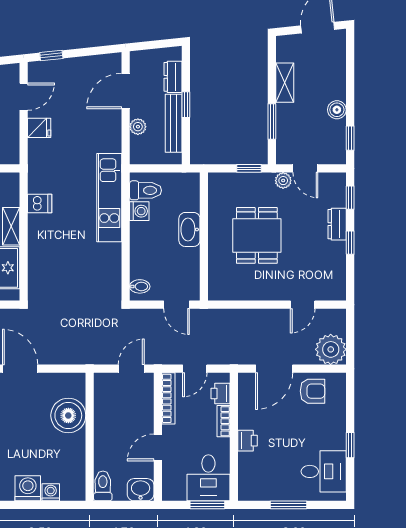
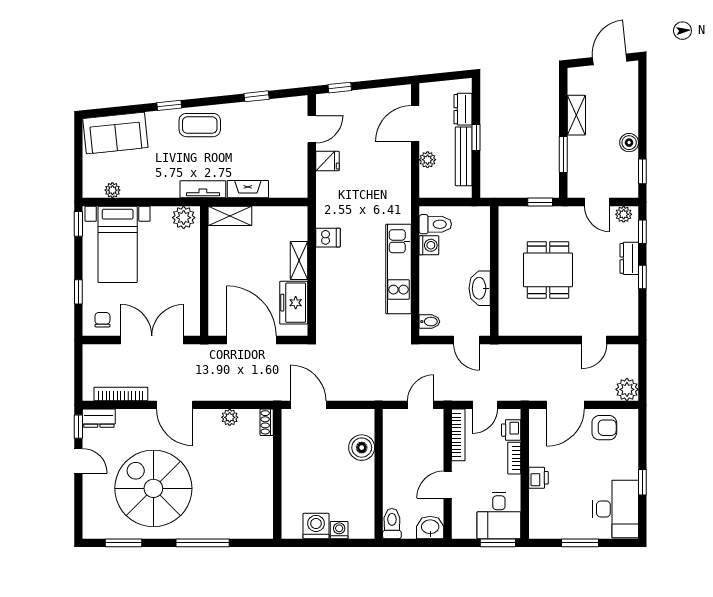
plant: (283, 181) -> (624, 214), moved
kitchen unit: (109, 198) -> (398, 269), moved
washbasin: (189, 229) -> (480, 288), moved
plant: (331, 349) -> (627, 389), width x0.73, depth x0.73
boiler: (68, 415) -> (362, 448), width x0.73, depth x0.73
desk: (324, 471) -> (616, 509), width x1.37

